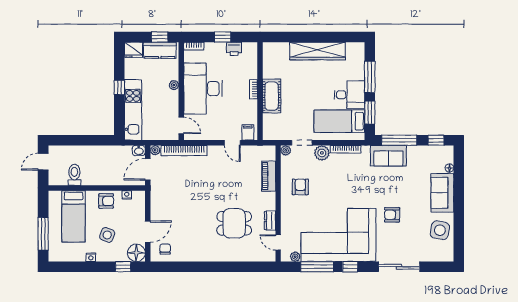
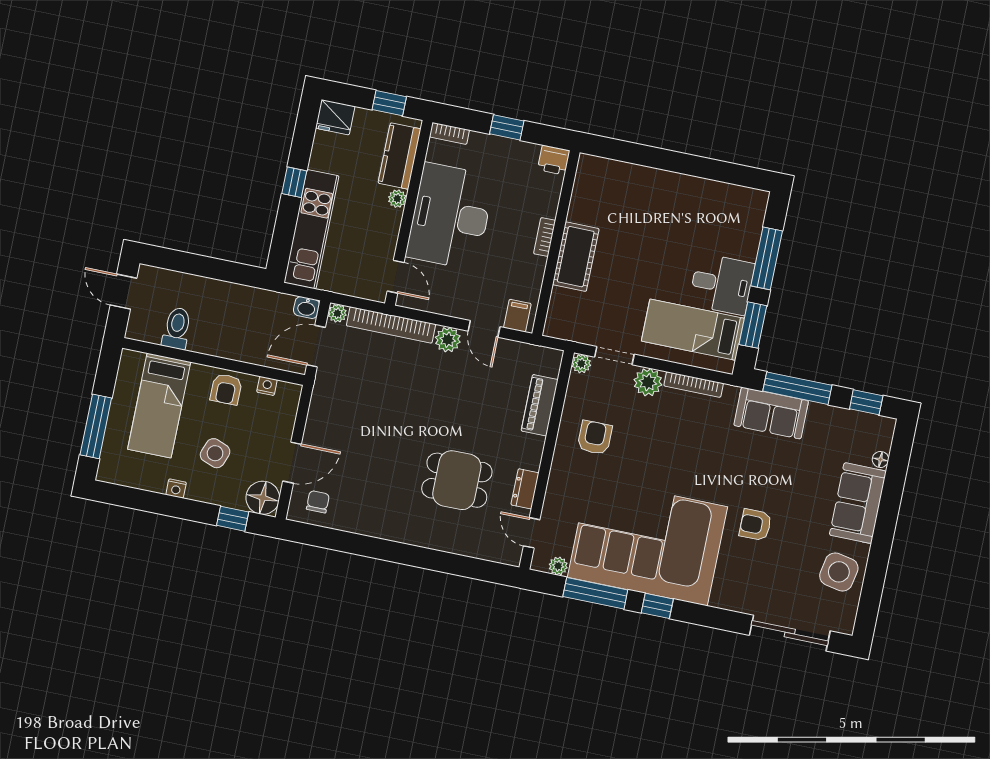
printer: (234, 49) -> (554, 160), moved
kitchen counter: (160, 50) -> (400, 156), moved, turned 90
wardrobe: (317, 51) -> (679, 190), removed
plant: (215, 152) -> (448, 340), added
door: (43, 162) -> (123, 292), hinge flipped
armchair: (106, 201) -> (226, 389), turned 90
sliding door: (399, 267) -> (790, 633), moved

